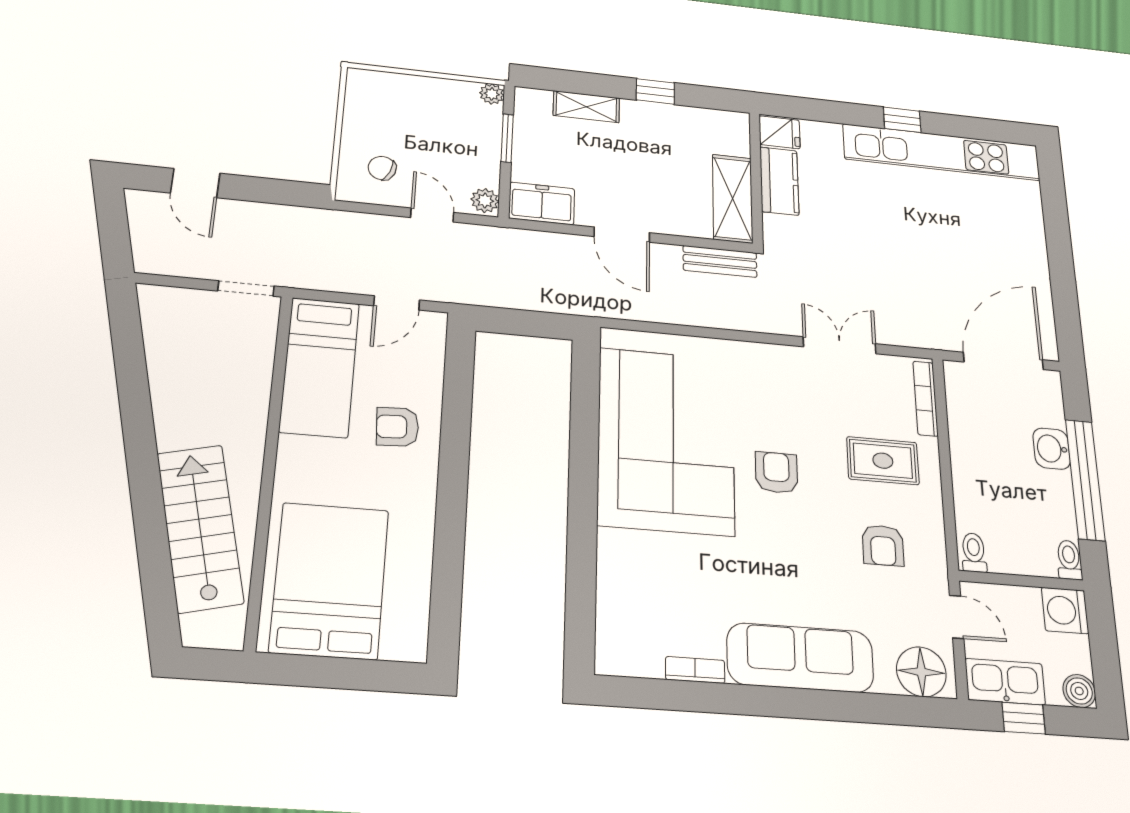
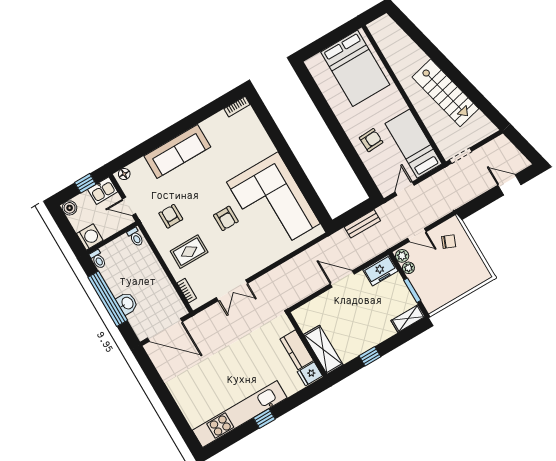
plant: (492, 94) -> (408, 268), moved
shelving: (586, 107) -> (408, 319), moved
shelving: (733, 199) -> (323, 350), moved
bench: (720, 261) -> (362, 224), moved
door: (1003, 361) -> (165, 330), hinge flipped
bookcase: (926, 398) -> (187, 291), width x0.64
stairs: (200, 528) -> (445, 93), moved
bookcase: (695, 670) -> (237, 107), moved
floor lamp: (921, 672) -> (124, 174), width x0.53, depth x0.53
kitchen sink: (1005, 682) -> (103, 191), width x0.73

